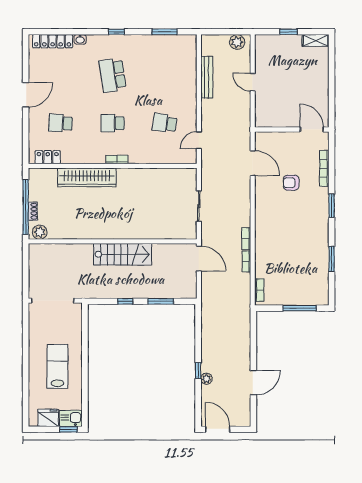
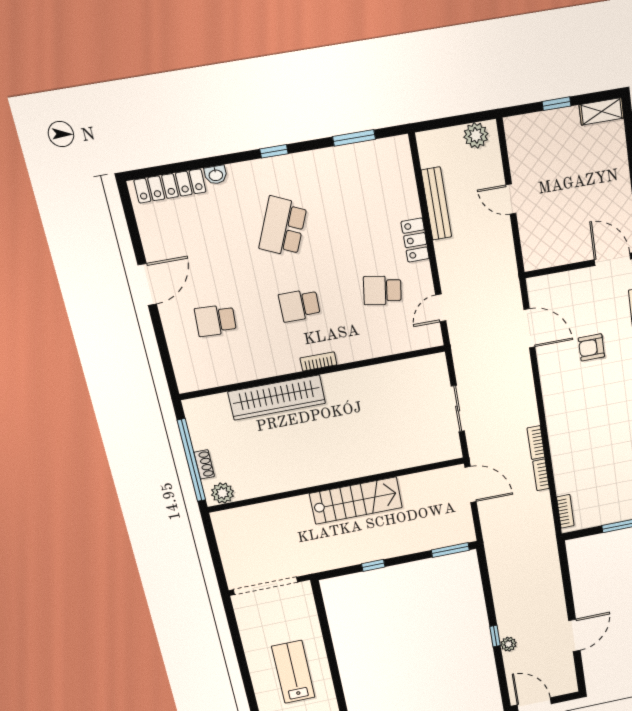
school desk: (113, 75) -> (283, 227), turned 33
locker: (48, 157) -> (415, 240), moved, turned -90
window: (161, 301) -> (450, 550), moved

